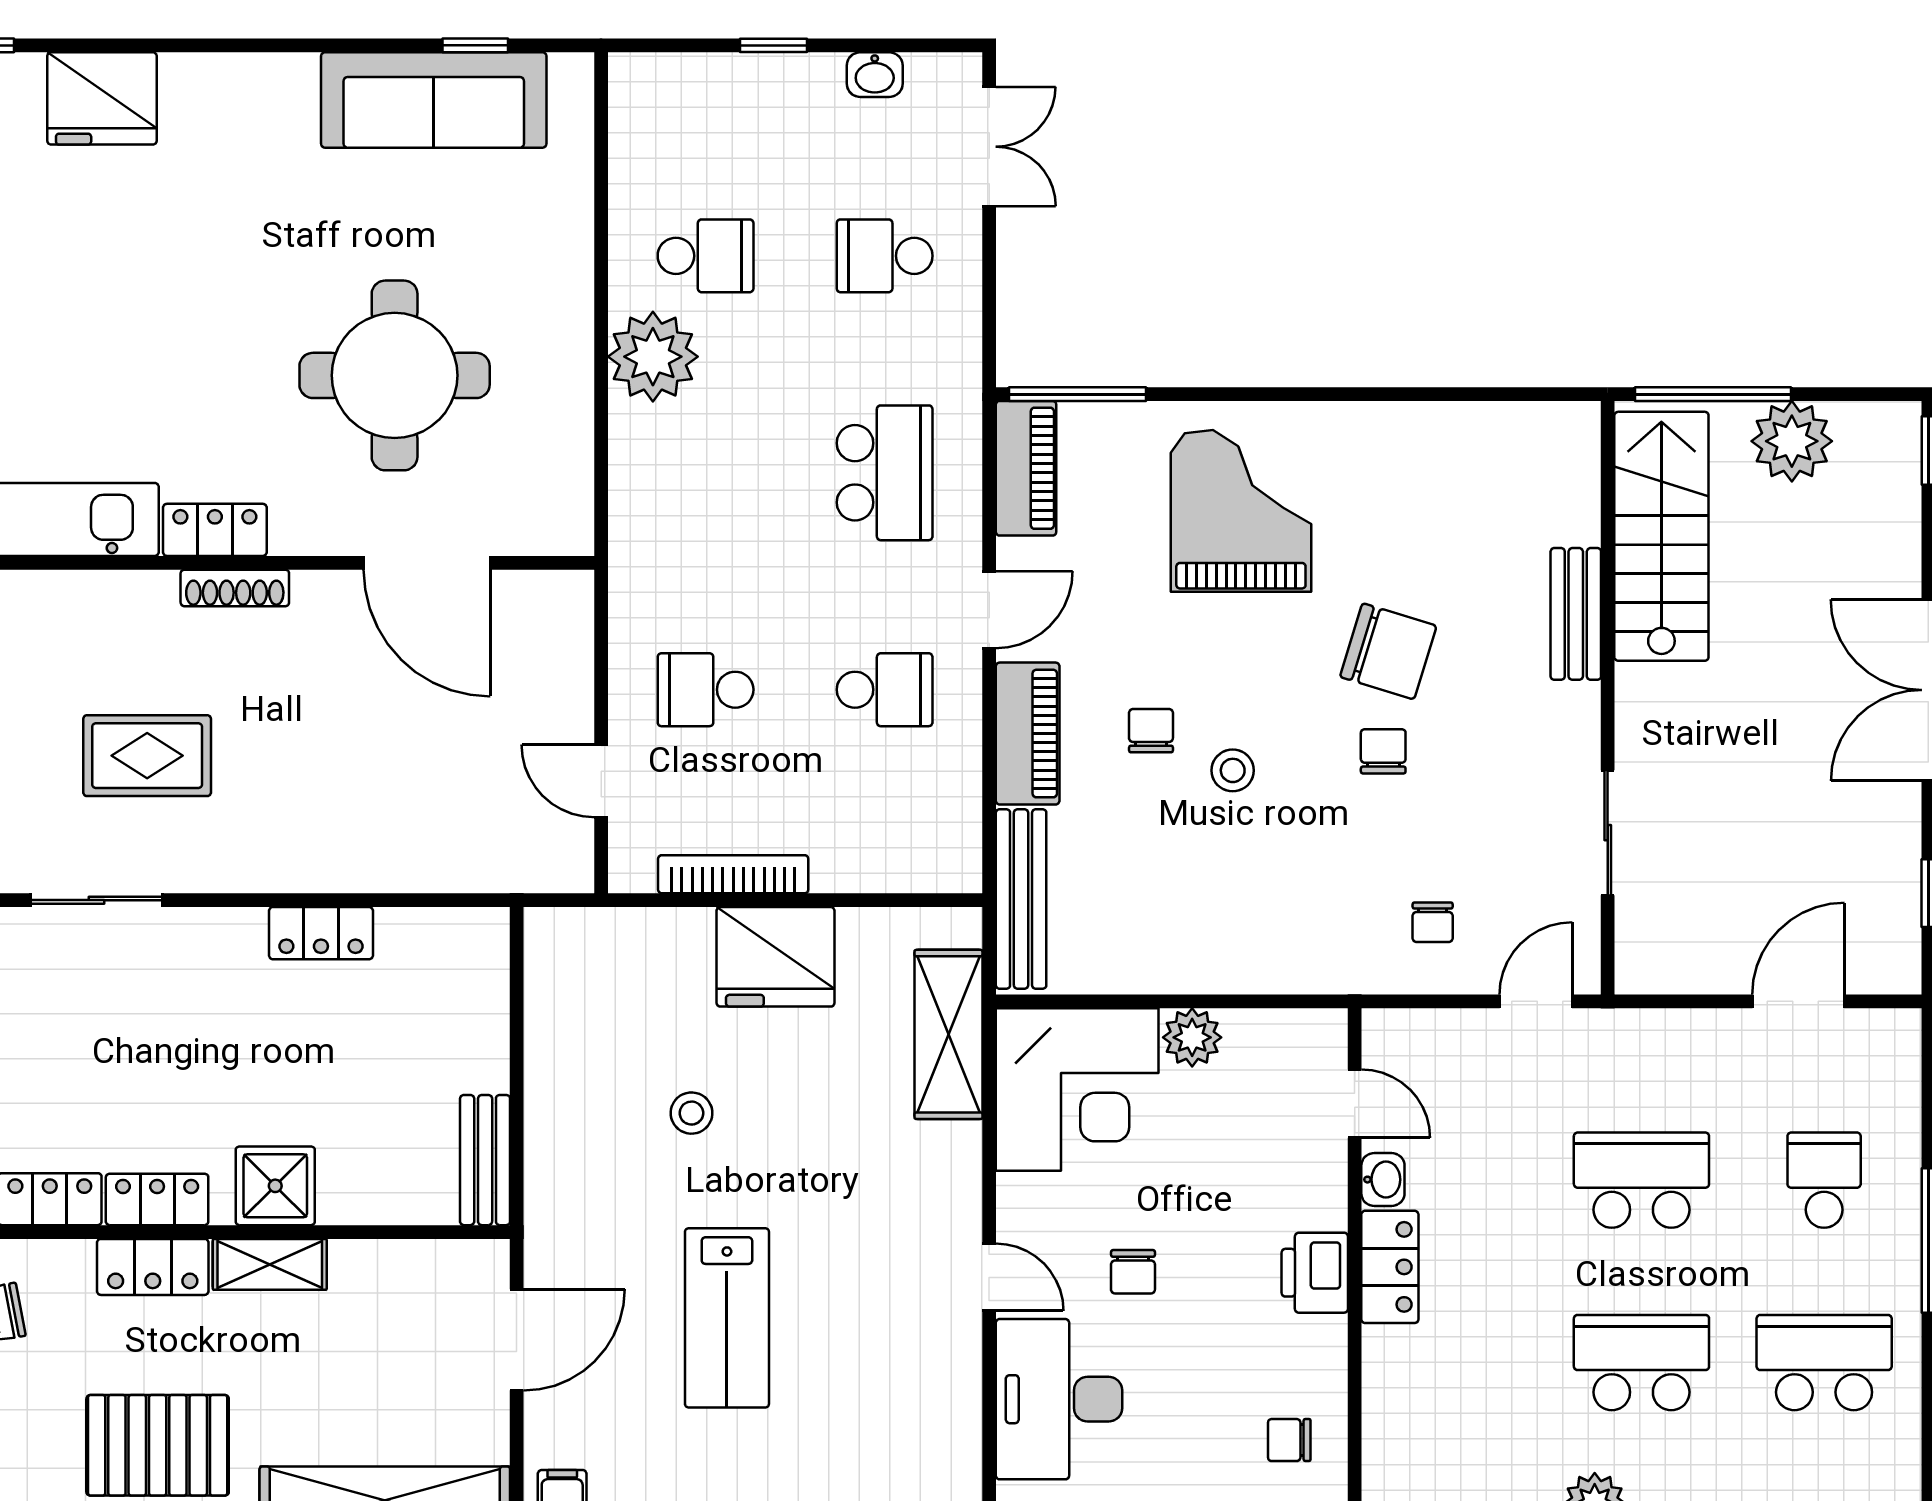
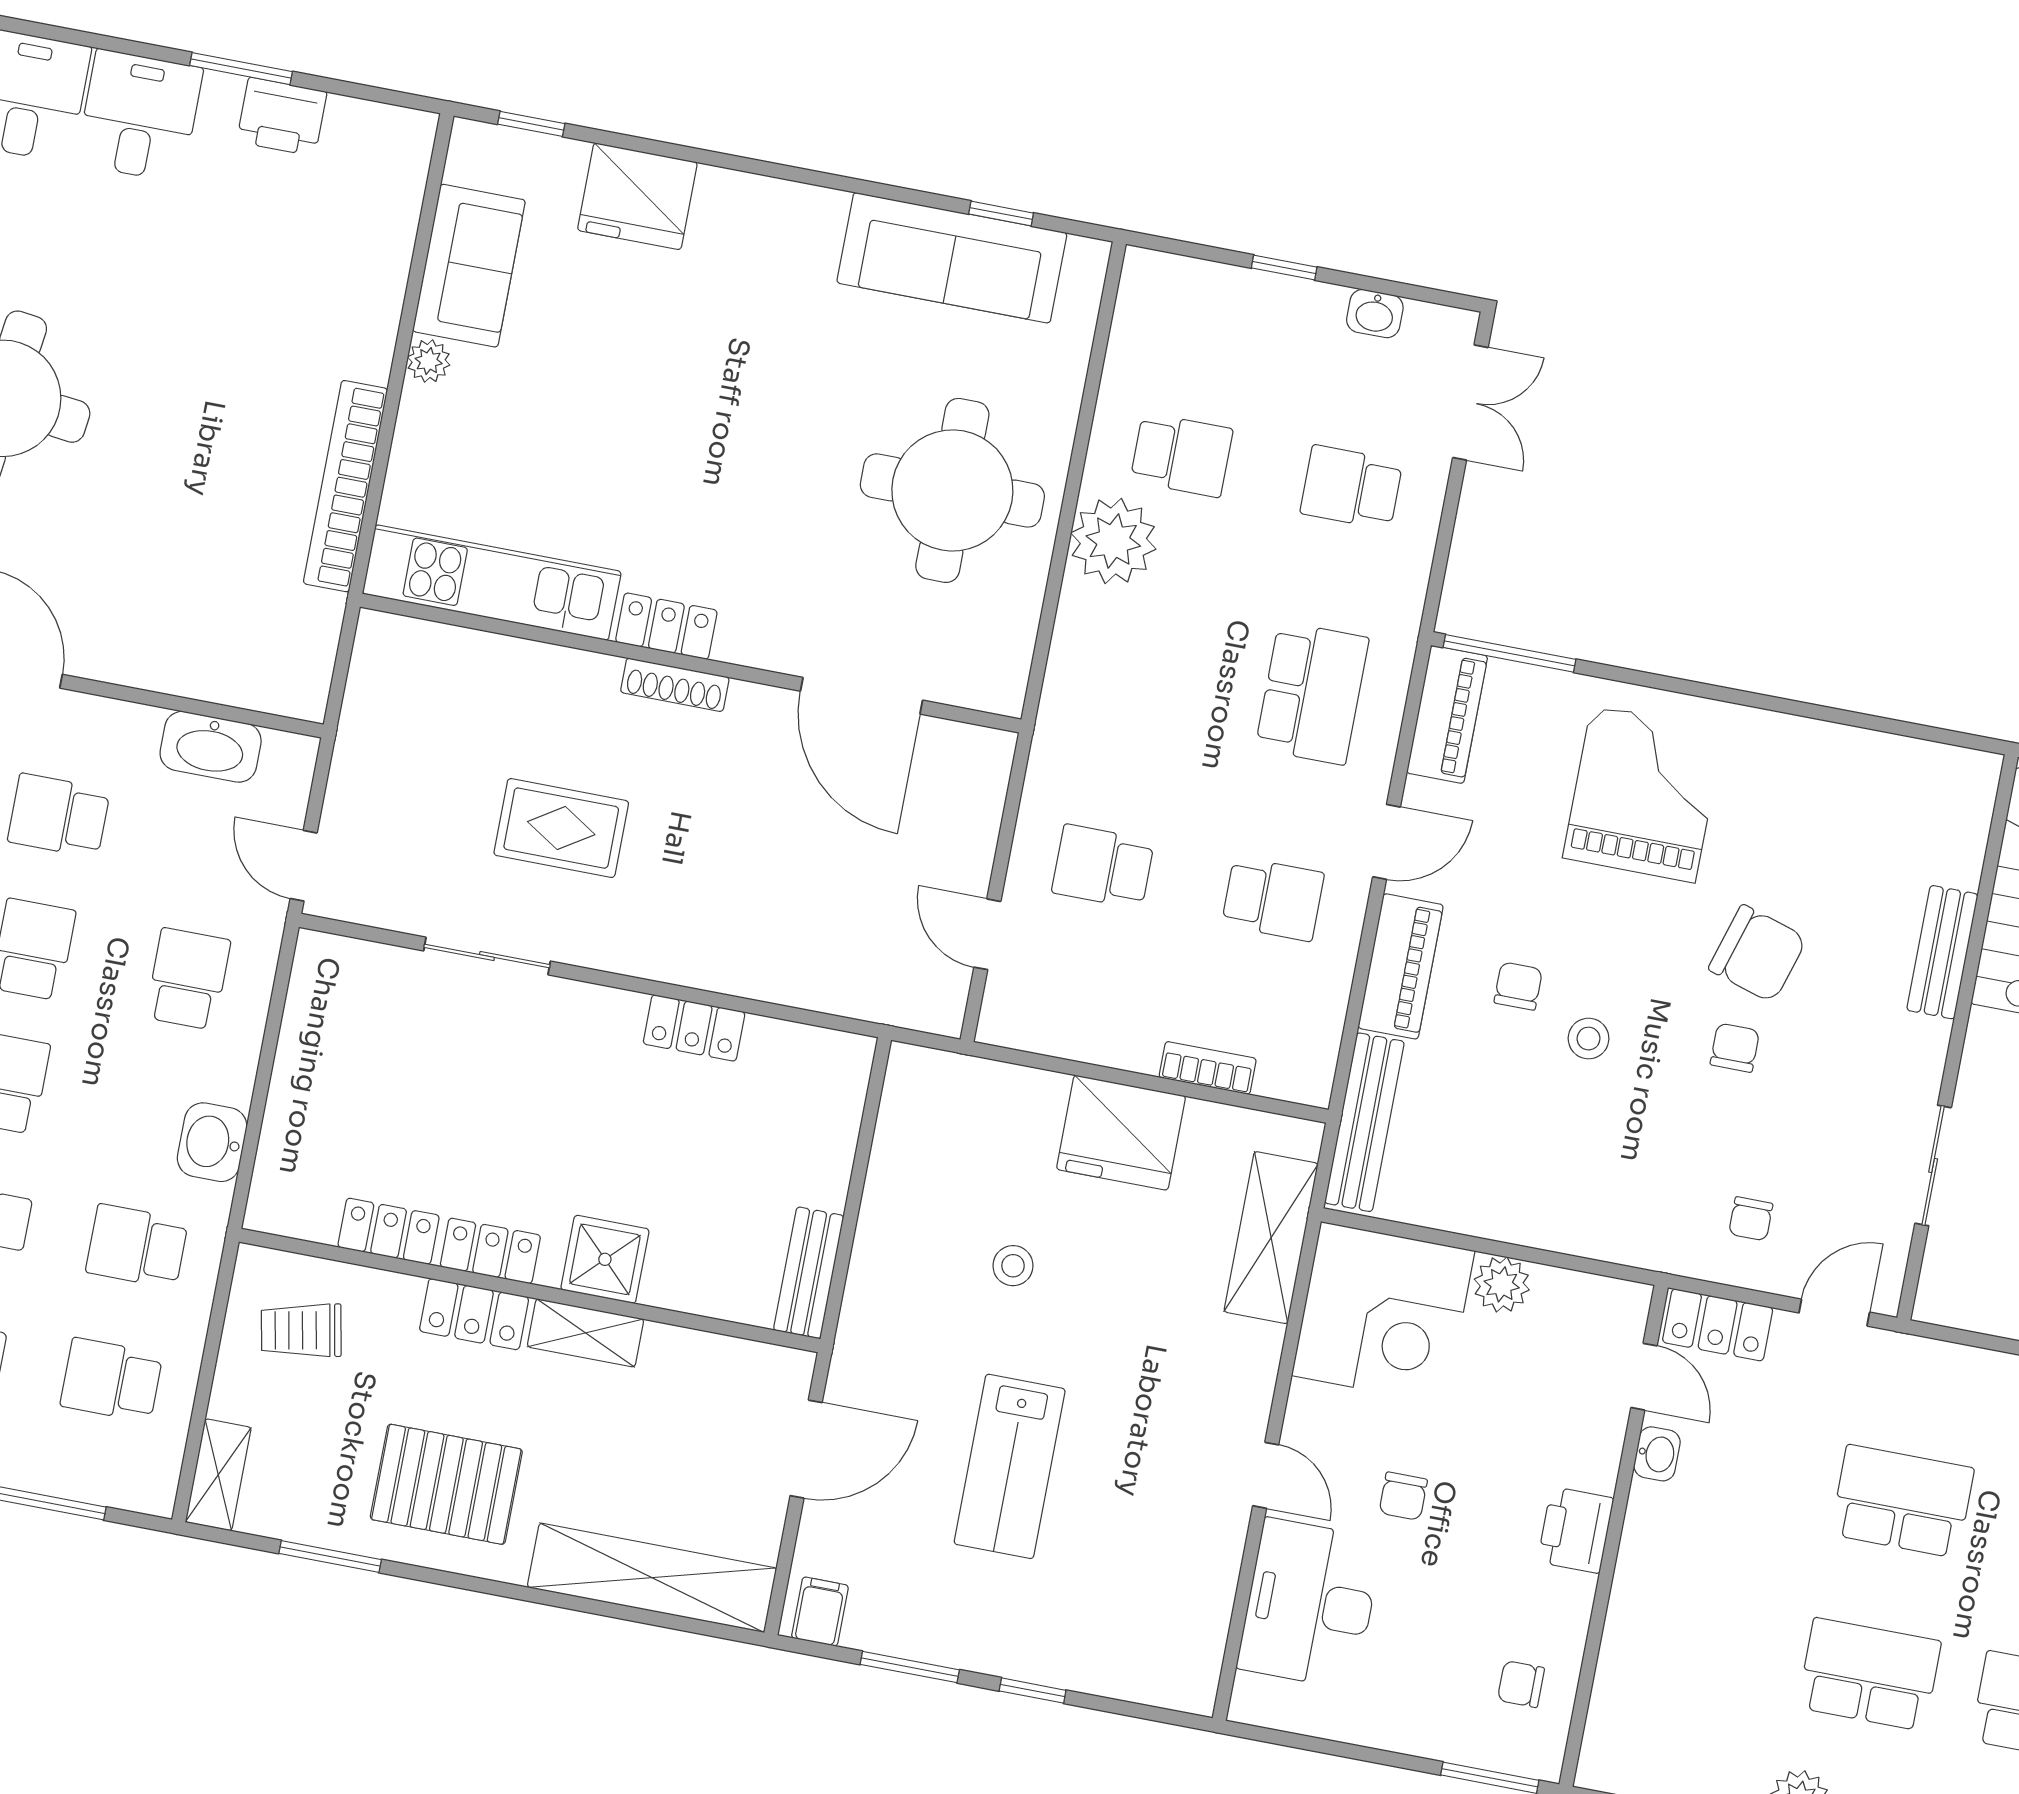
round table: (395, 375) -> (952, 490), moved
bookcase: (733, 874) -> (1208, 1068), moved, width x0.64
locker: (1390, 1267) -> (1718, 1325), moved, turned 90

